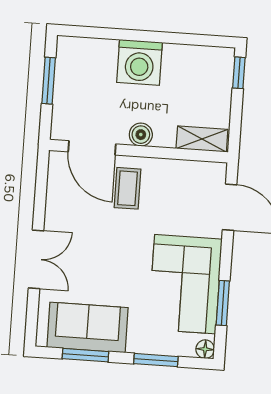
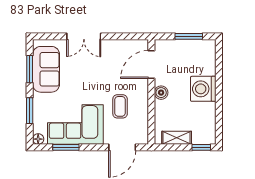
shelving: (202, 139) -> (177, 138), moved, turned 90
coffee table: (127, 188) -> (120, 106), moved, turned 90

